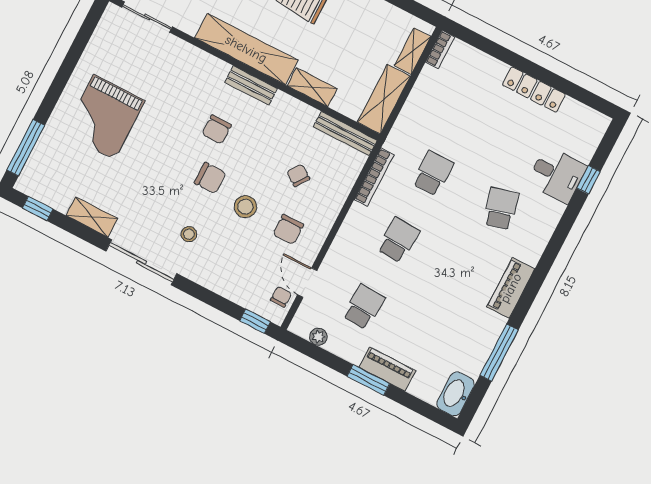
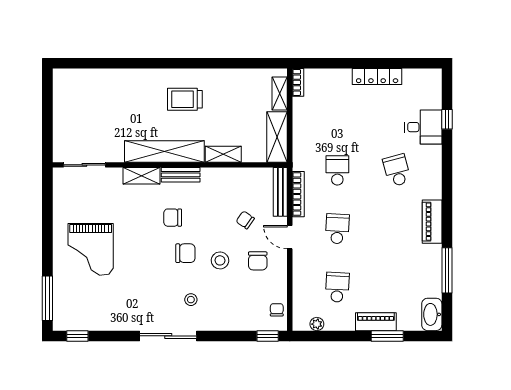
chair: (217, 130) -> (173, 218), turned 90
bench: (345, 134) -> (280, 192), moved, turned 90
shelving: (92, 217) -> (141, 176), moved
door: (307, 283) -> (290, 237), moved
window: (368, 380) -> (387, 336), moved

